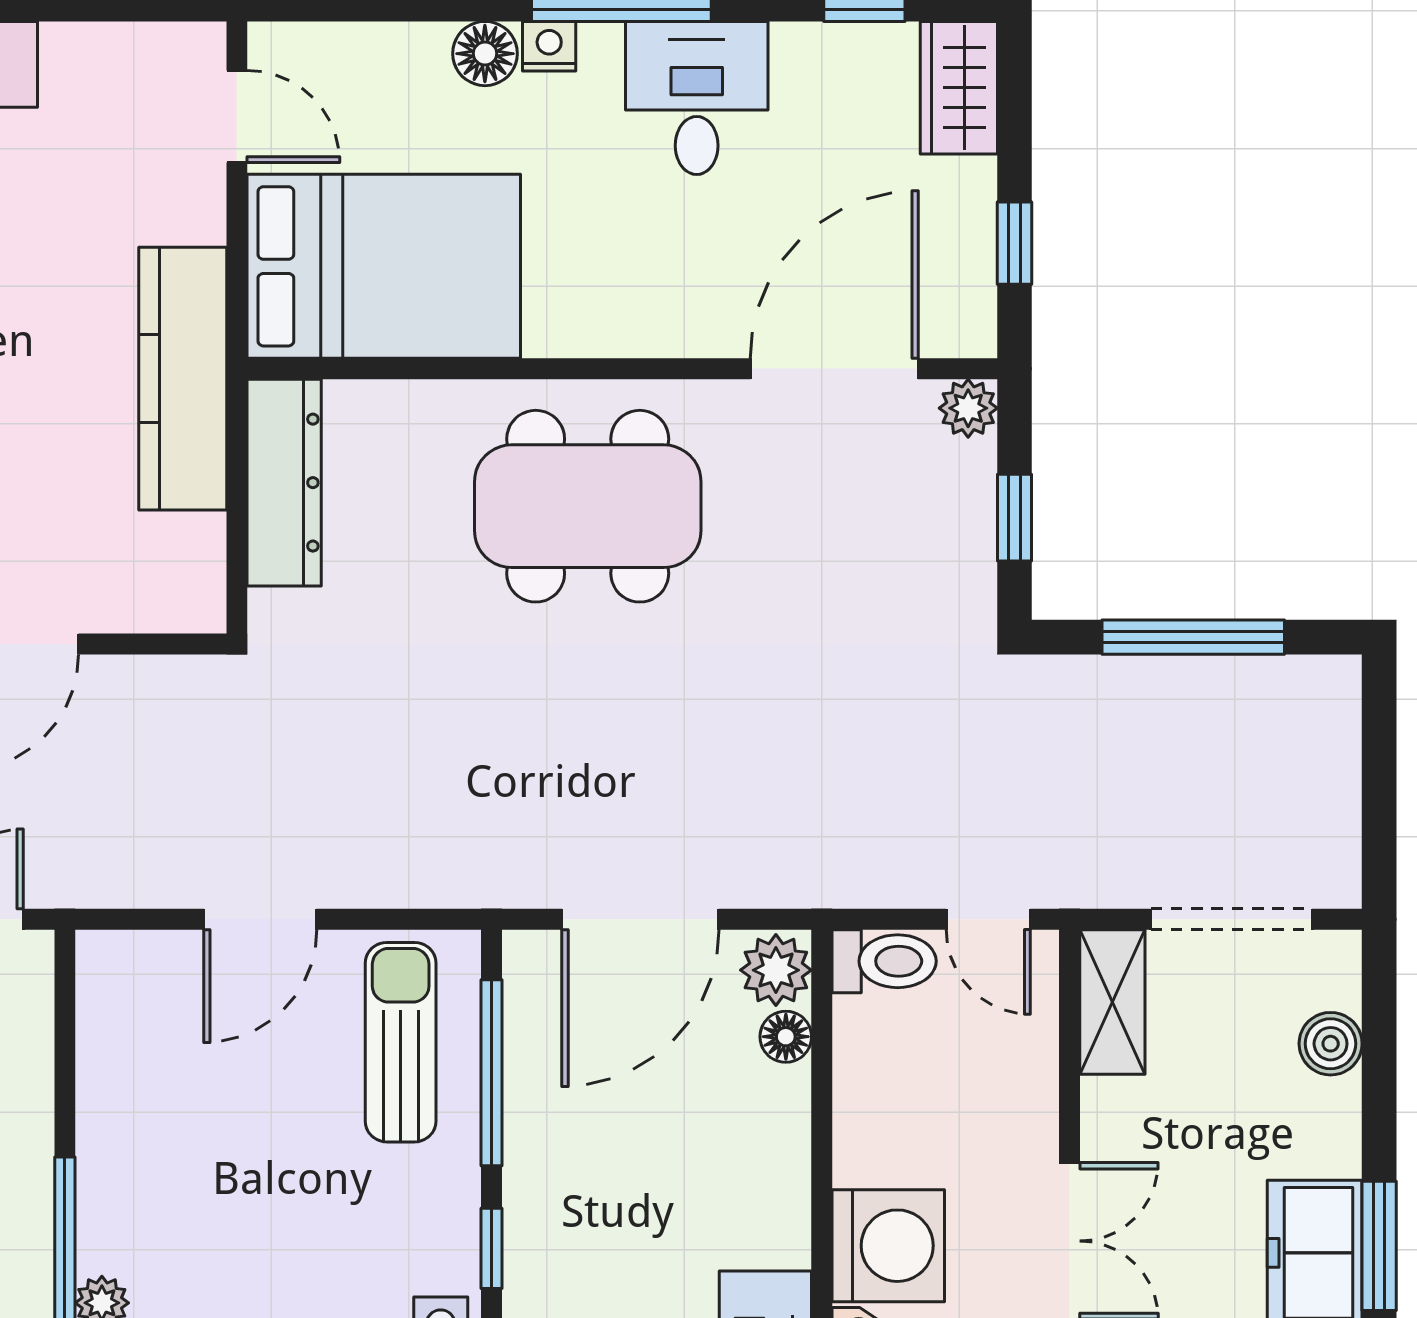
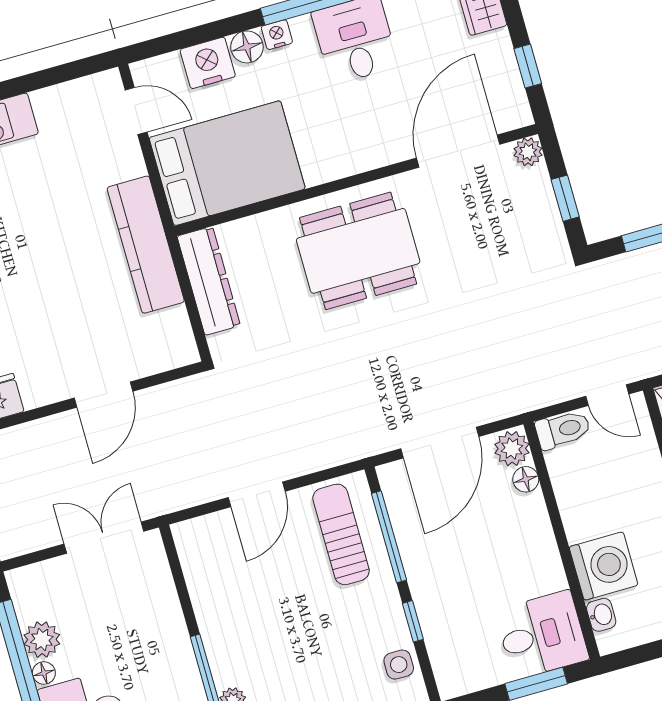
nightstand: (401, 63) -> (208, 63), added

